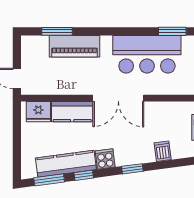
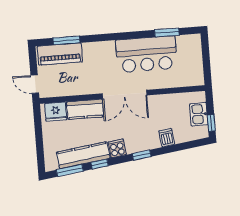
piano: (74, 46) -> (60, 54), moved

